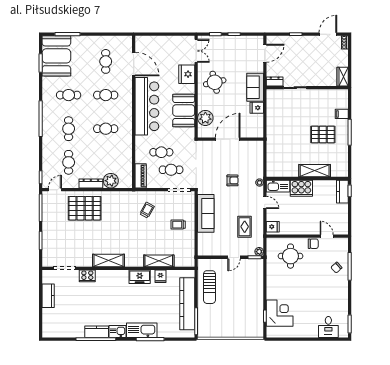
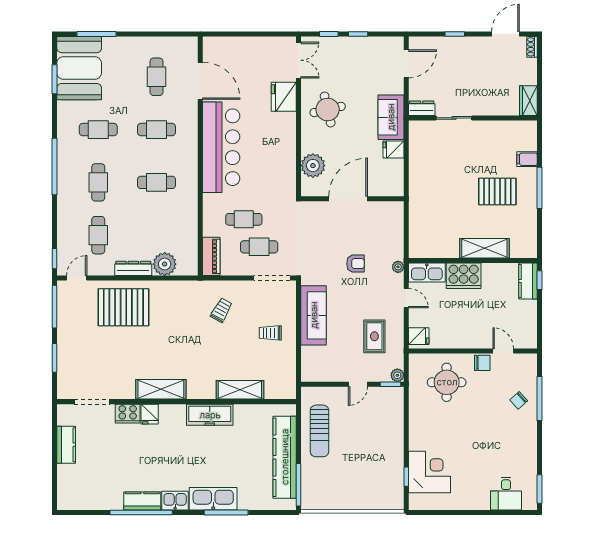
booth: (184, 110) -> (279, 154), removed
fridge: (160, 276) -> (150, 414), moved
freezer: (140, 277) -> (210, 415), width x1.40

